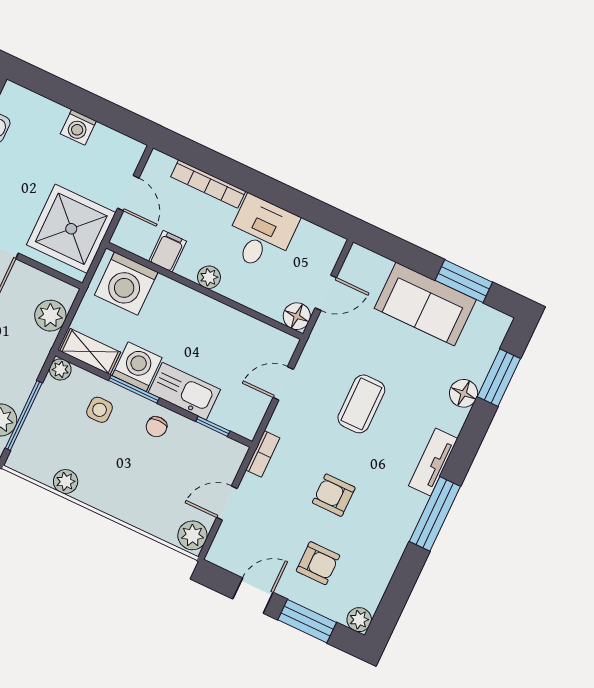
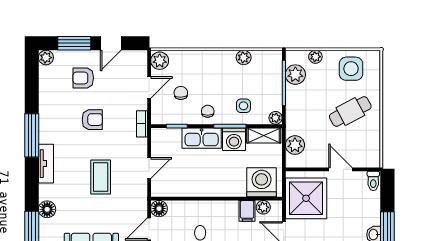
plant: (209, 277) -> (263, 207), moved
chair: (184, 473) -> (181, 93), added

